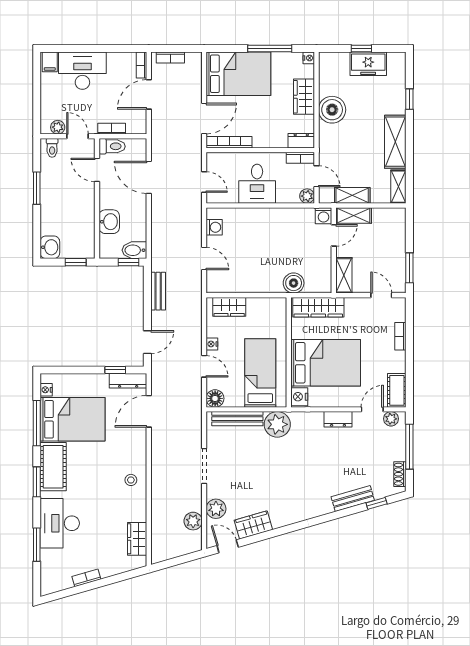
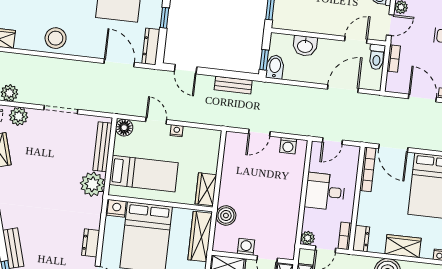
washing machine: (324, 216) -> (246, 247), moved, turned 90
wardrobe: (229, 307) -> (206, 189), moved
door: (204, 366) -> (156, 121), swing flipped
window: (115, 370) -> (165, 18), moved
stool: (131, 480) -> (56, 38), width x1.89, depth x1.89

